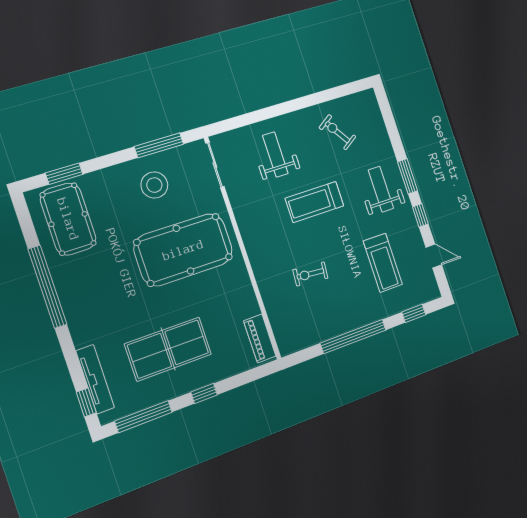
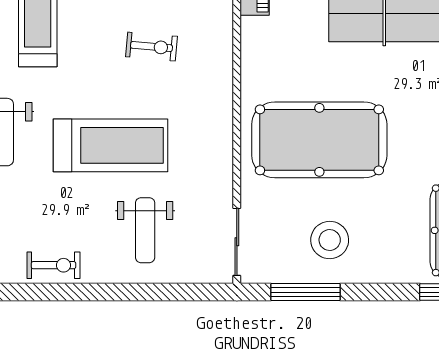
exercise bike: (337, 132) -> (53, 265), moved, turned -56
treadmill: (315, 202) -> (111, 145), width x1.37, depth x1.38

